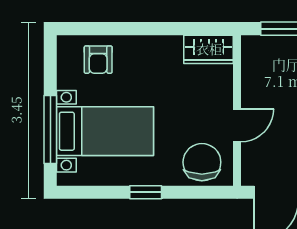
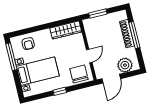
wardrobe: (209, 49) -> (66, 30), width x1.50
window: (50, 129) -> (11, 57), moved

